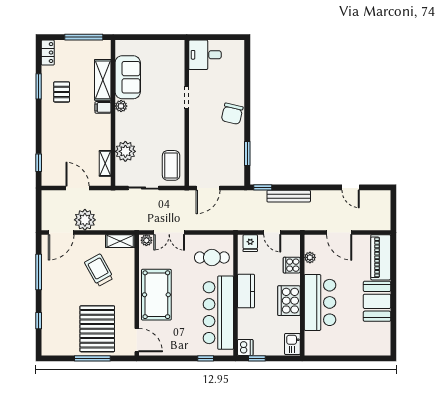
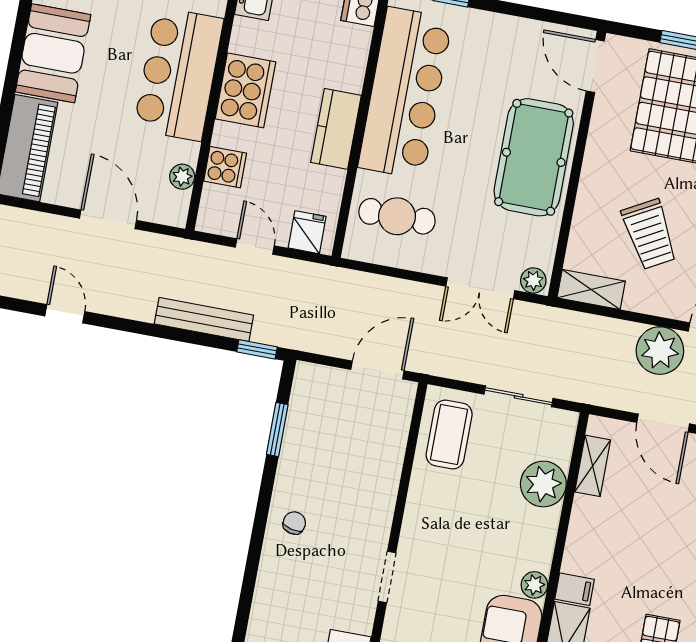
chair: (232, 114) -> (294, 523), width x0.54, depth x0.54
double door: (169, 233) -> (480, 288), swing flipped

